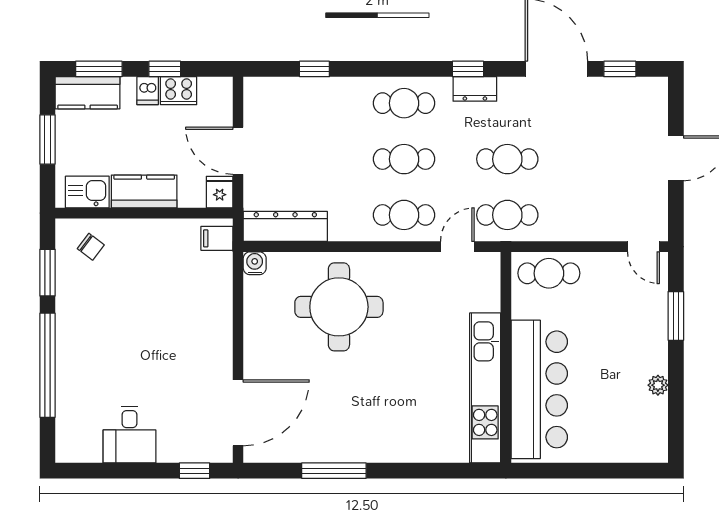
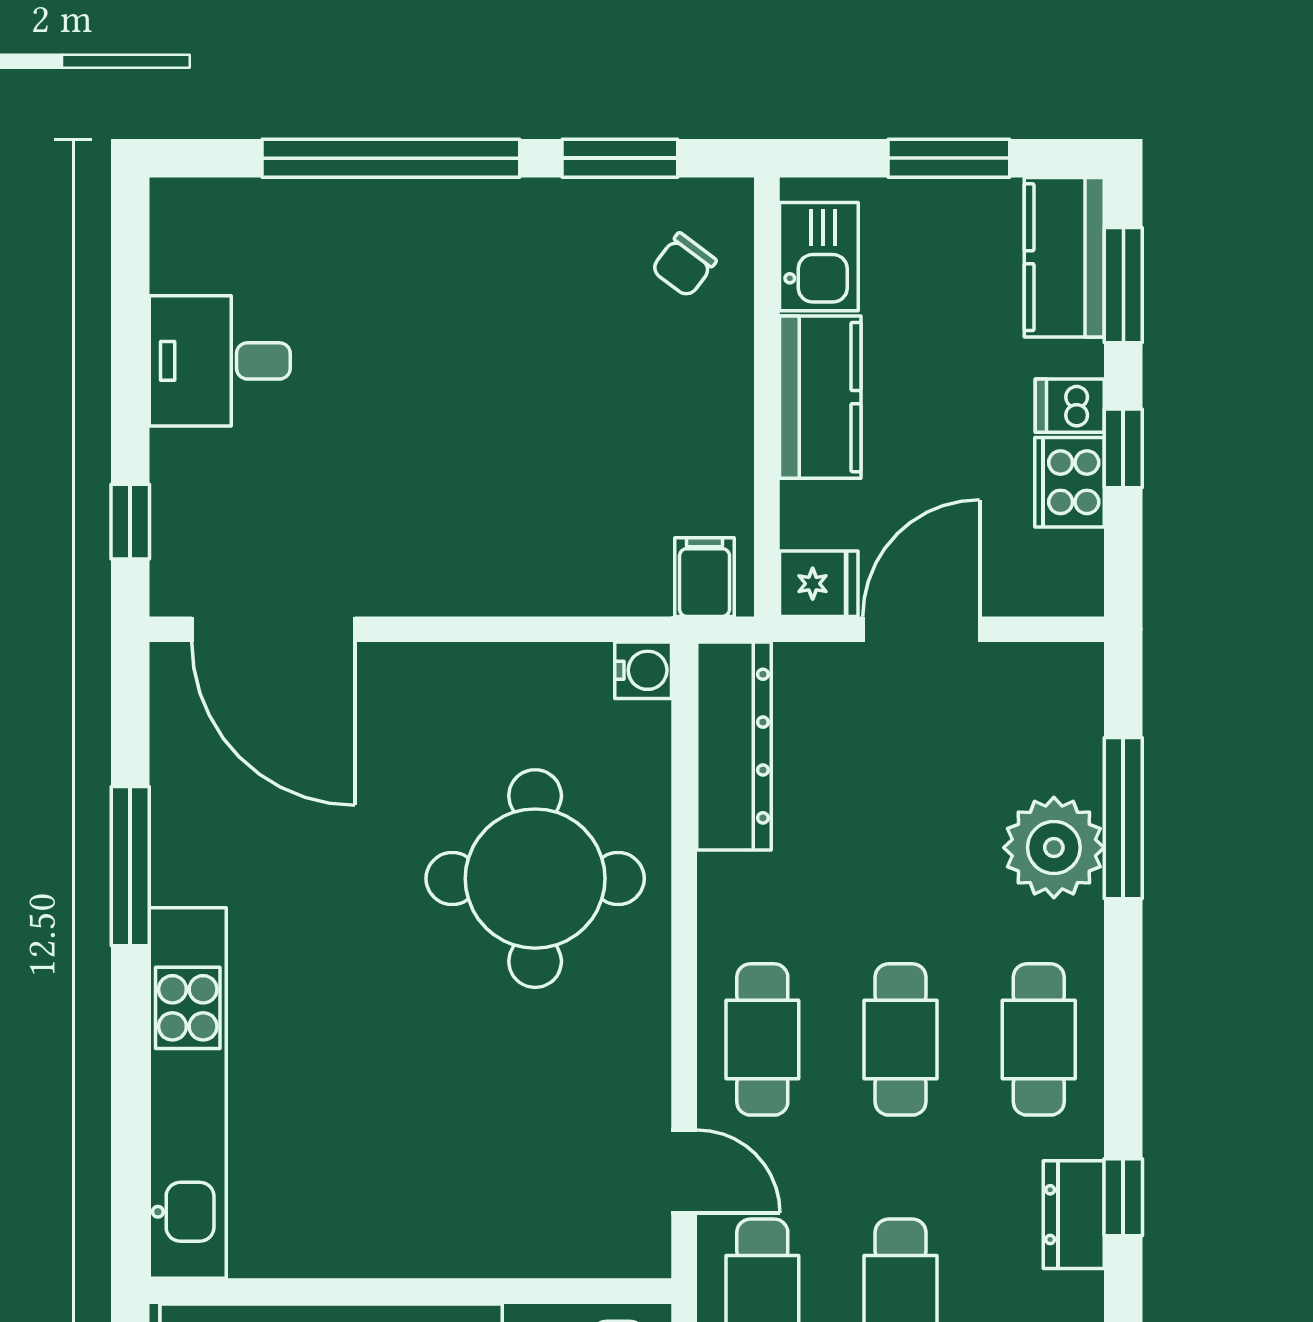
window: (314, 69) -> (1123, 818), width x2.17
plant: (326, 97) -> (1054, 848), added
kitchen unit: (485, 388) -> (188, 1093), moved, turned 90

